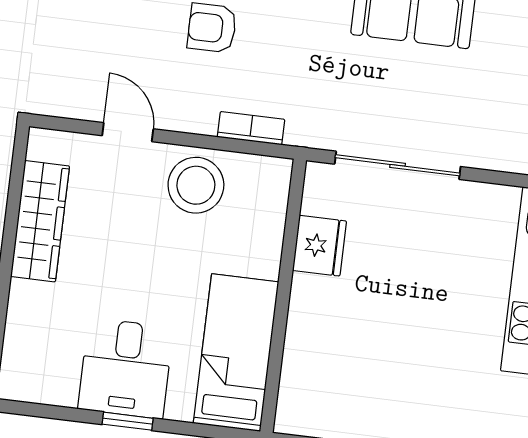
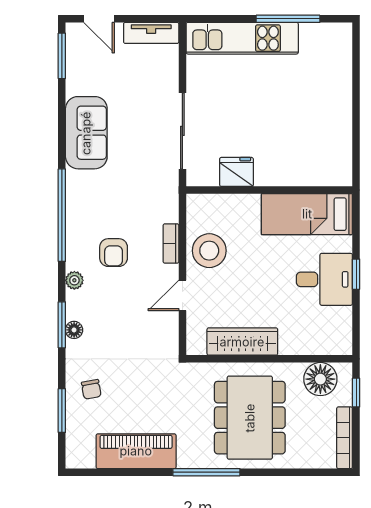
bookcase: (251, 128) -> (171, 243), moved

